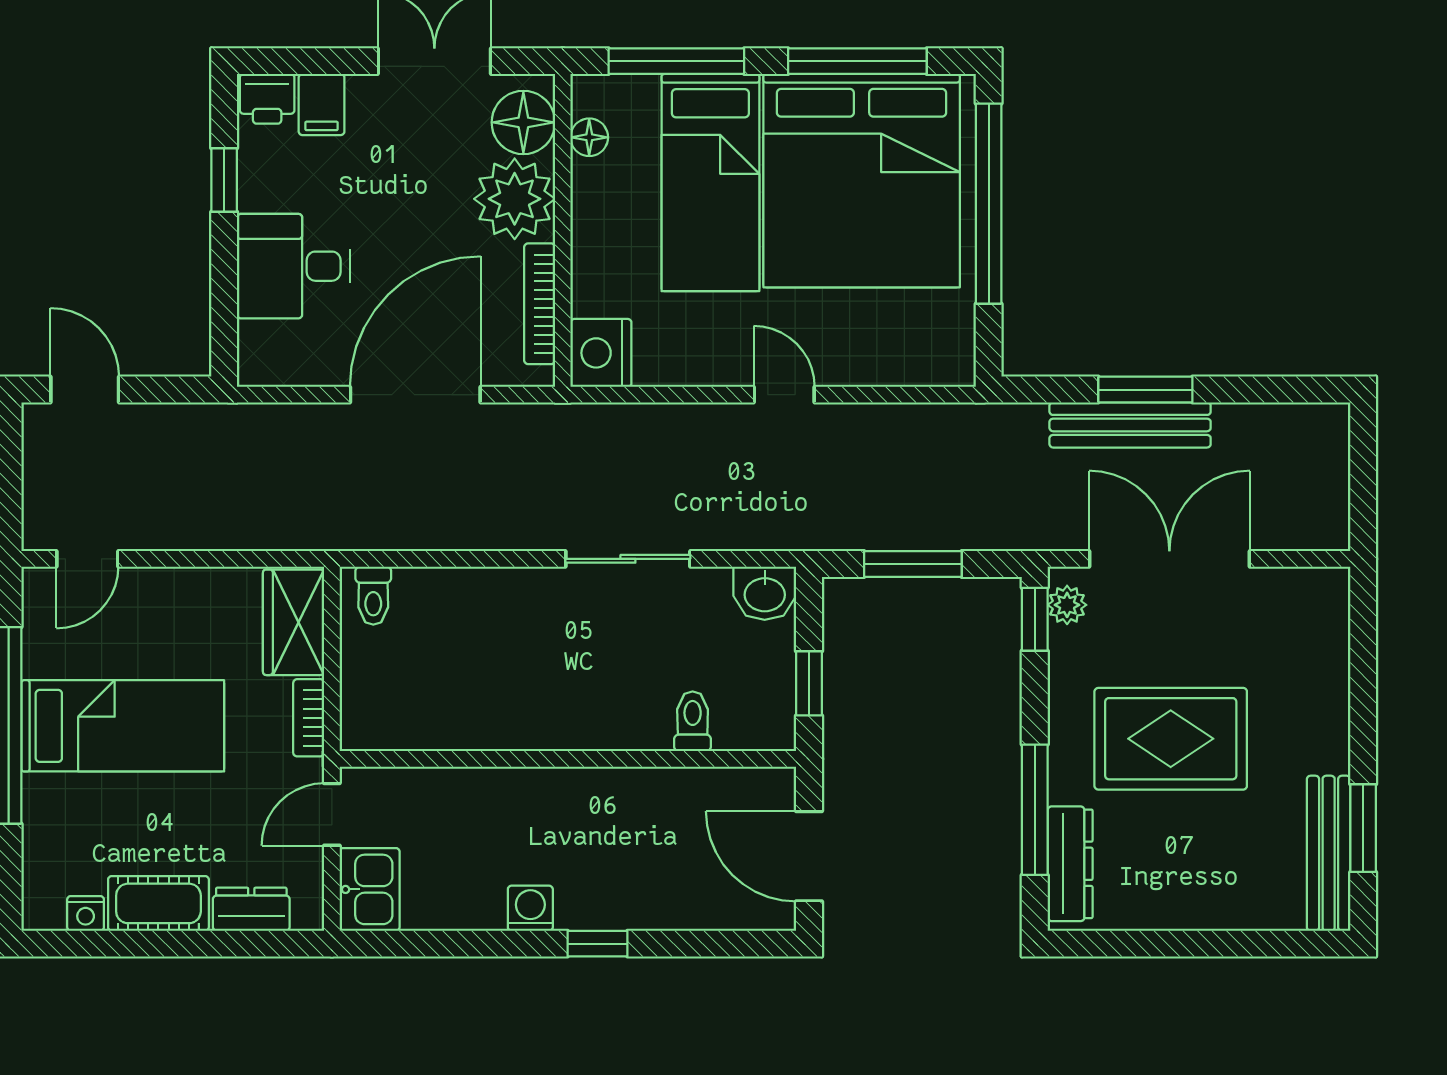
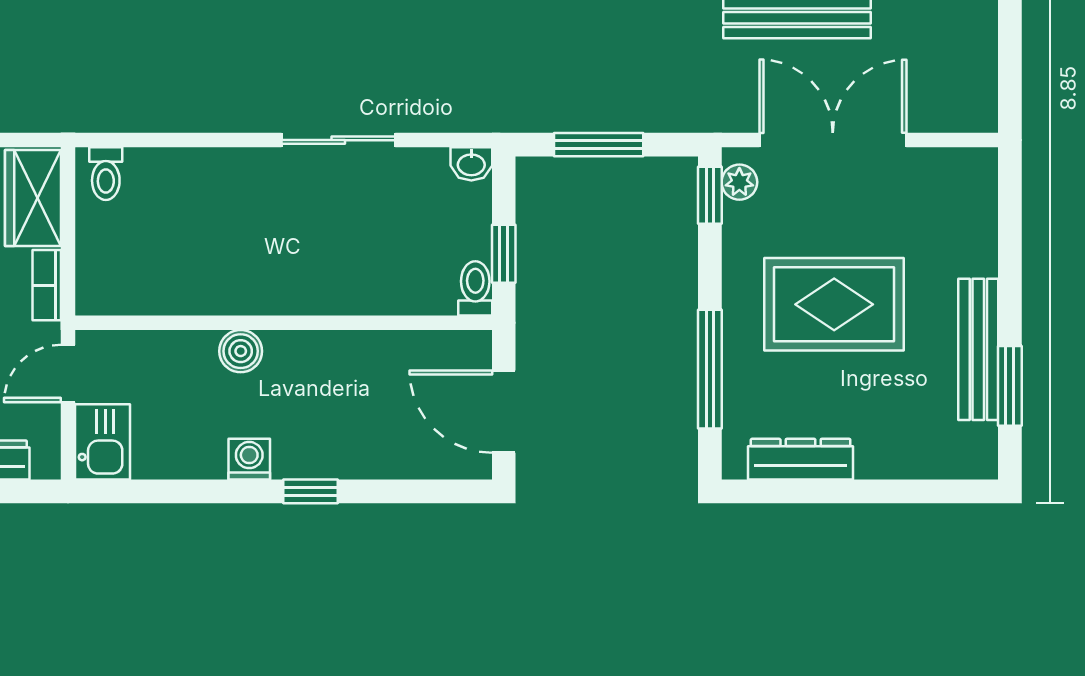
washbasin: (765, 593) -> (471, 164), width x0.72, depth x0.69
toilet: (693, 721) -> (475, 288), moved
boiler: (521, 790) -> (241, 351), added
bench: (1329, 853) -> (978, 349), moved
dresser: (1070, 864) -> (801, 459), moved, turned -90

